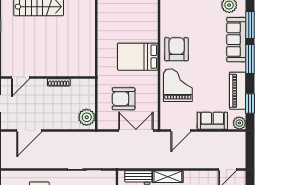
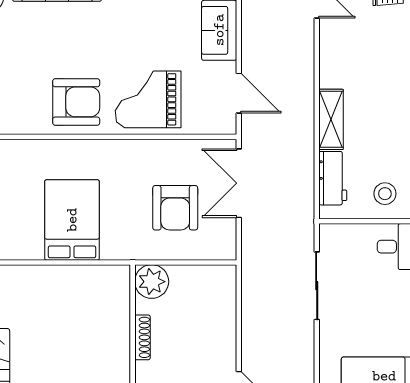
armchair: (177, 49) -> (76, 102), turned 180
bed: (138, 57) -> (72, 220), moved, turned 180
plant: (87, 117) -> (152, 282), moved

